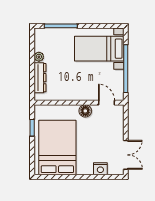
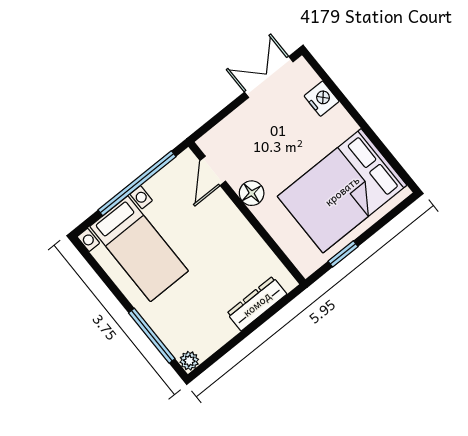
plant: (39, 57) -> (189, 361), moved

